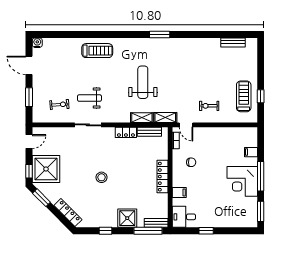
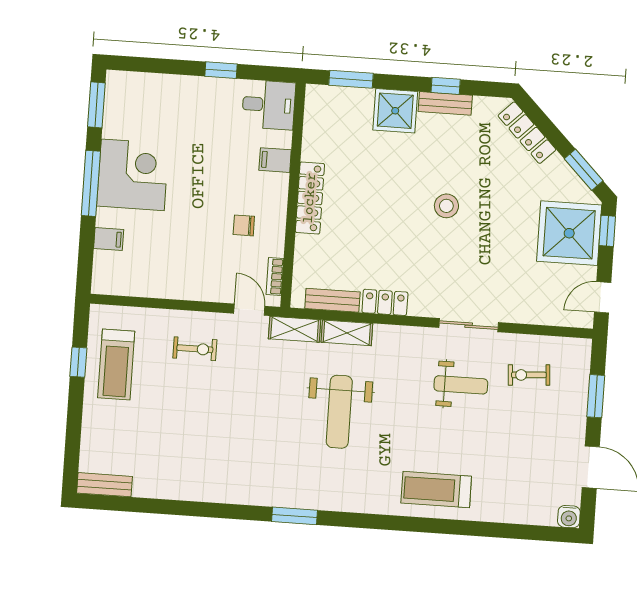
bench: (233, 42) -> (104, 485), moved
bench: (156, 223) -> (445, 103), moved
window: (148, 231) -> (351, 79), width x0.69

